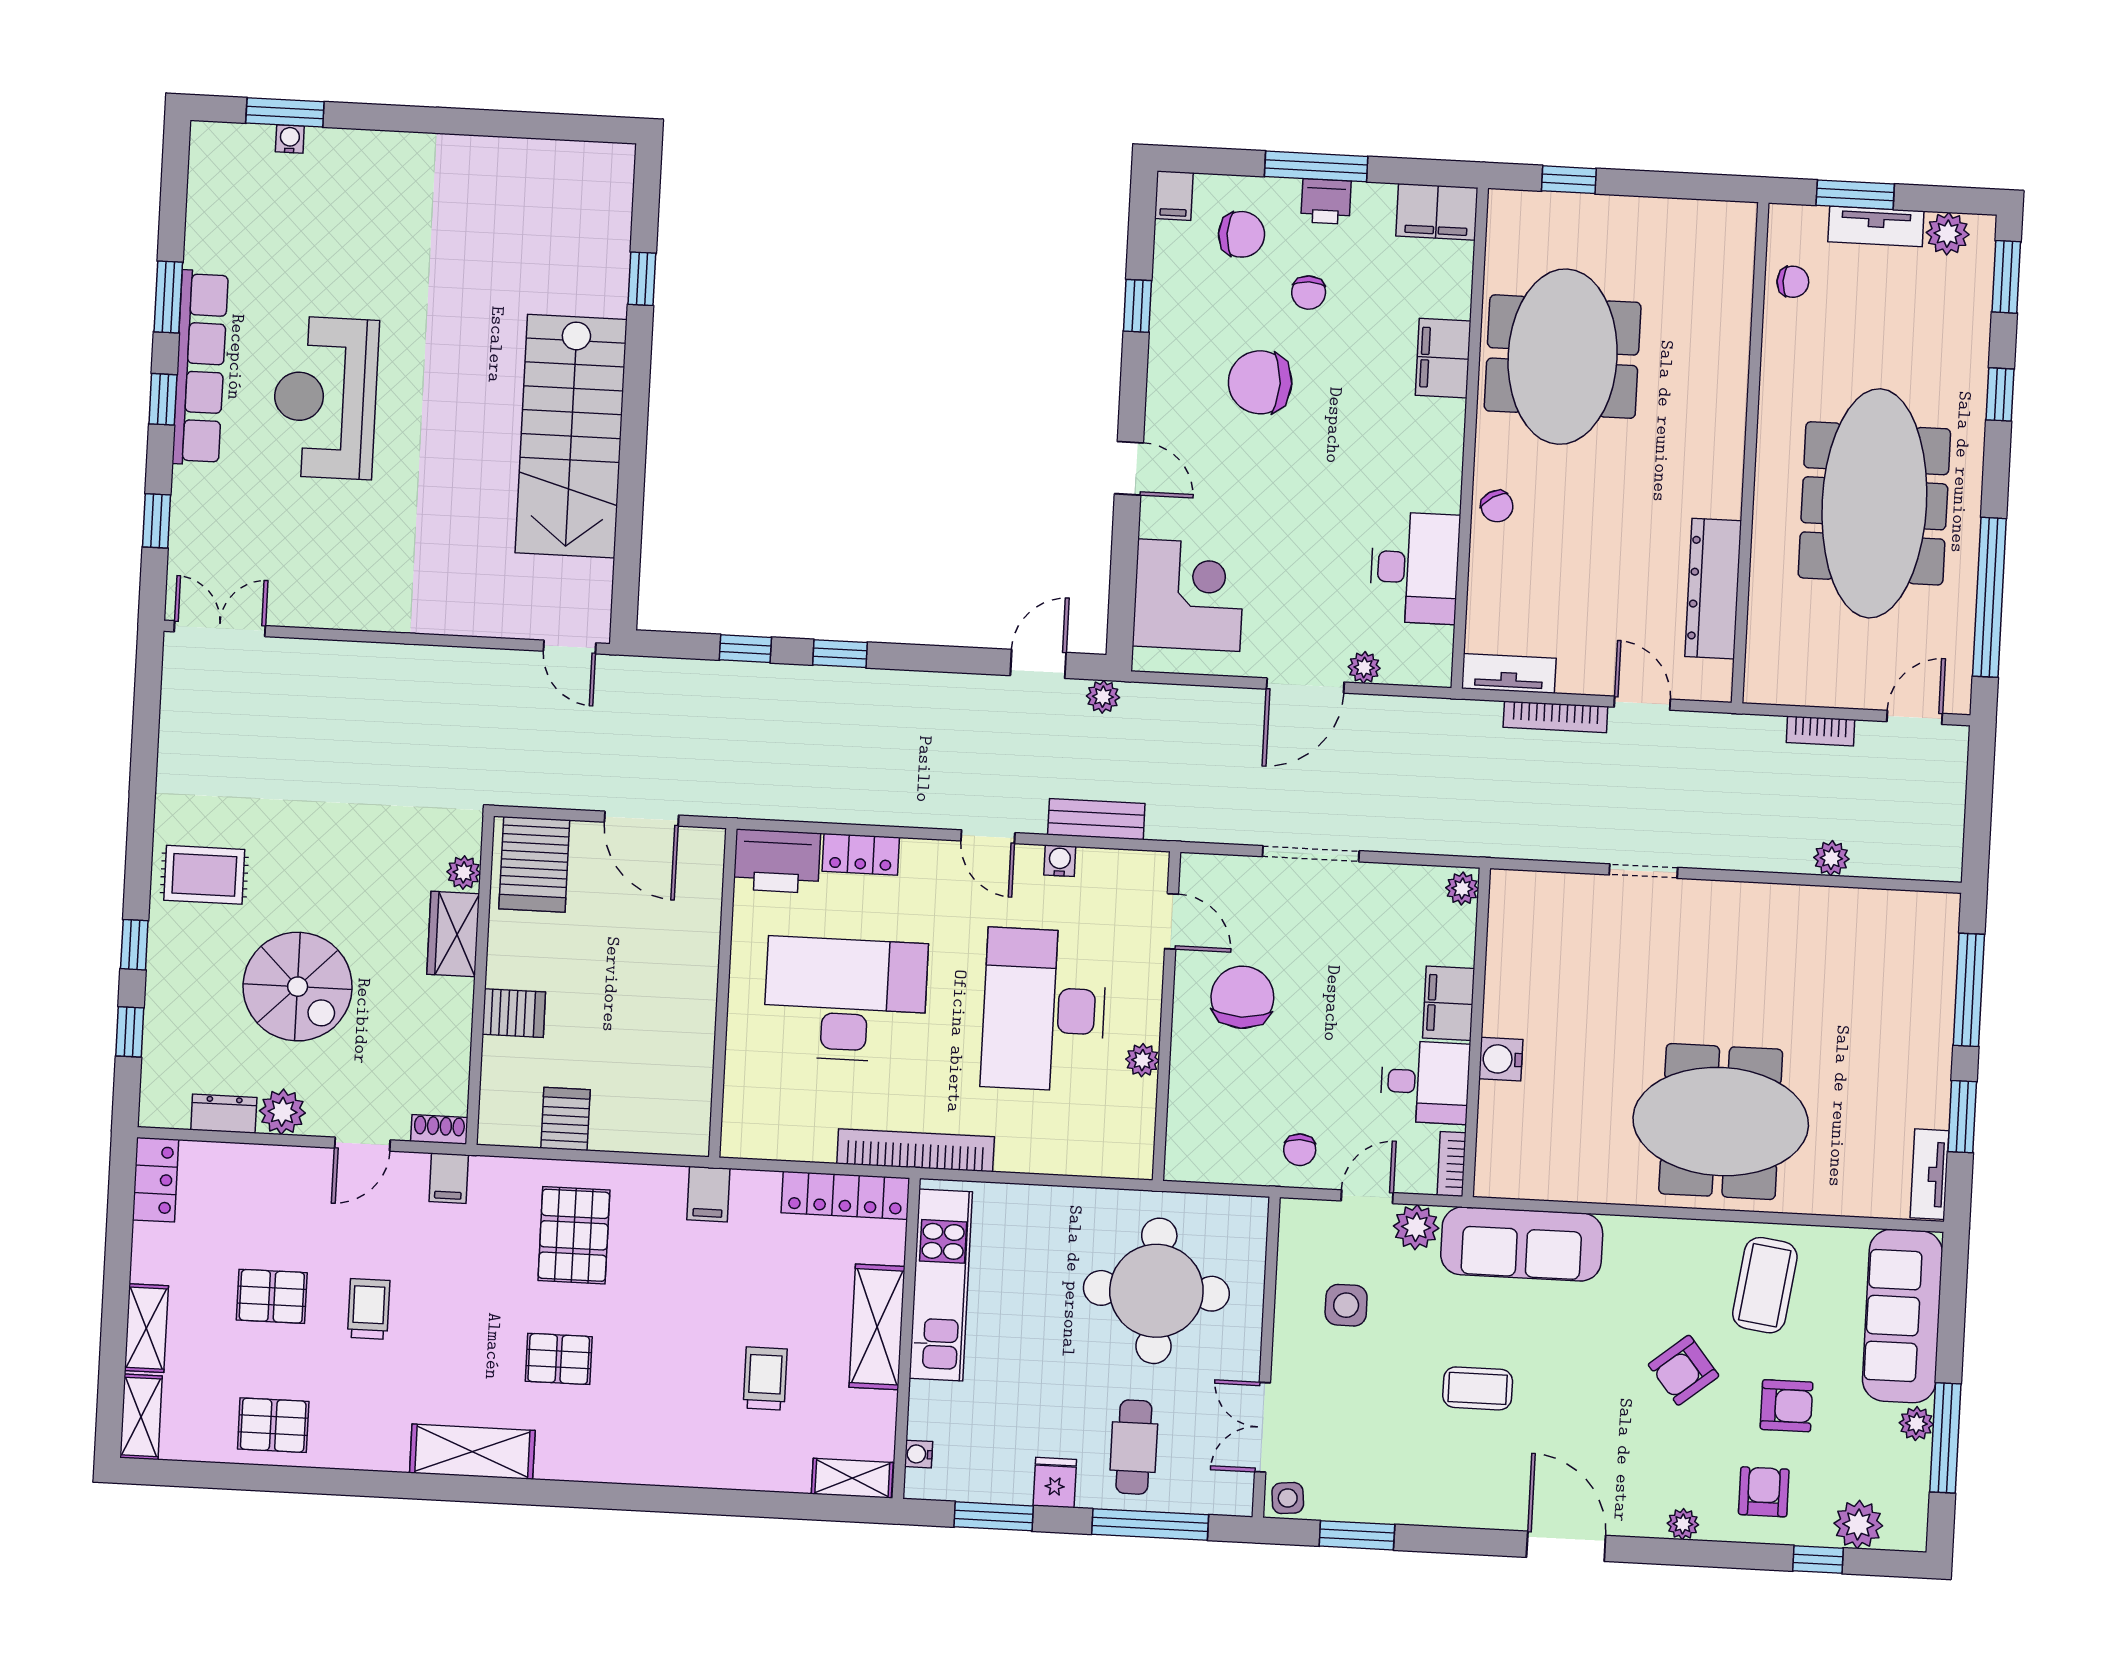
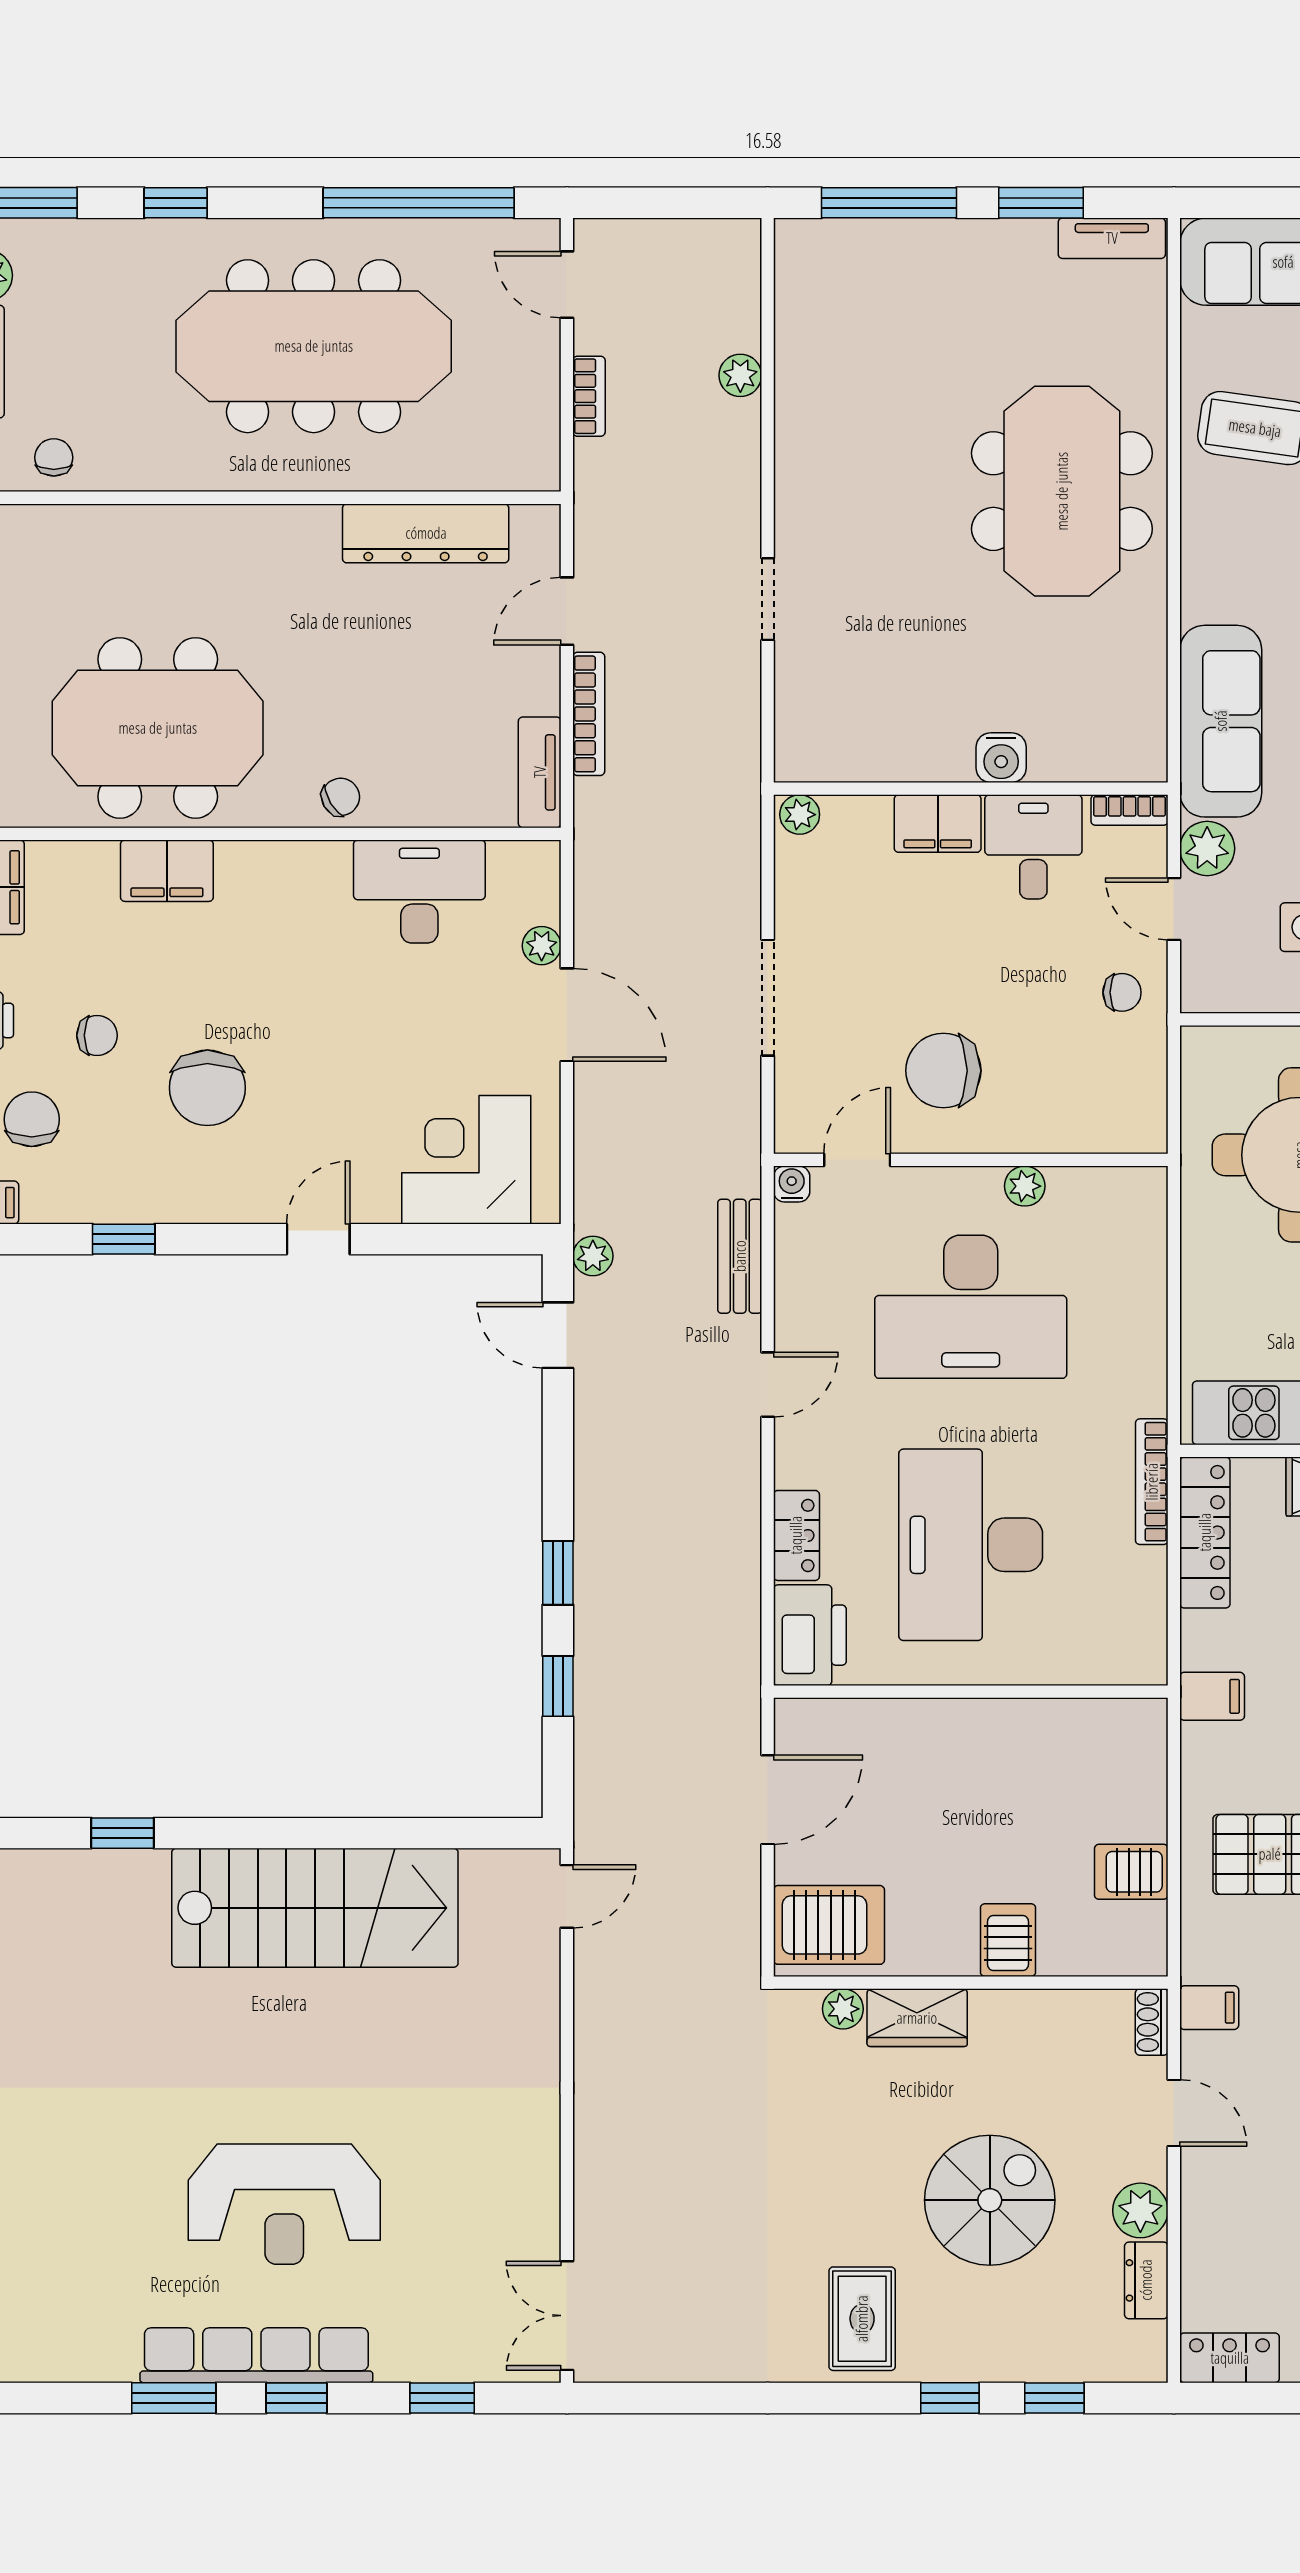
water cooler: (1060, 861) -> (792, 1184), moved, turned 90
bookcase: (916, 1150) -> (1152, 1482), width x0.68, depth x0.76

